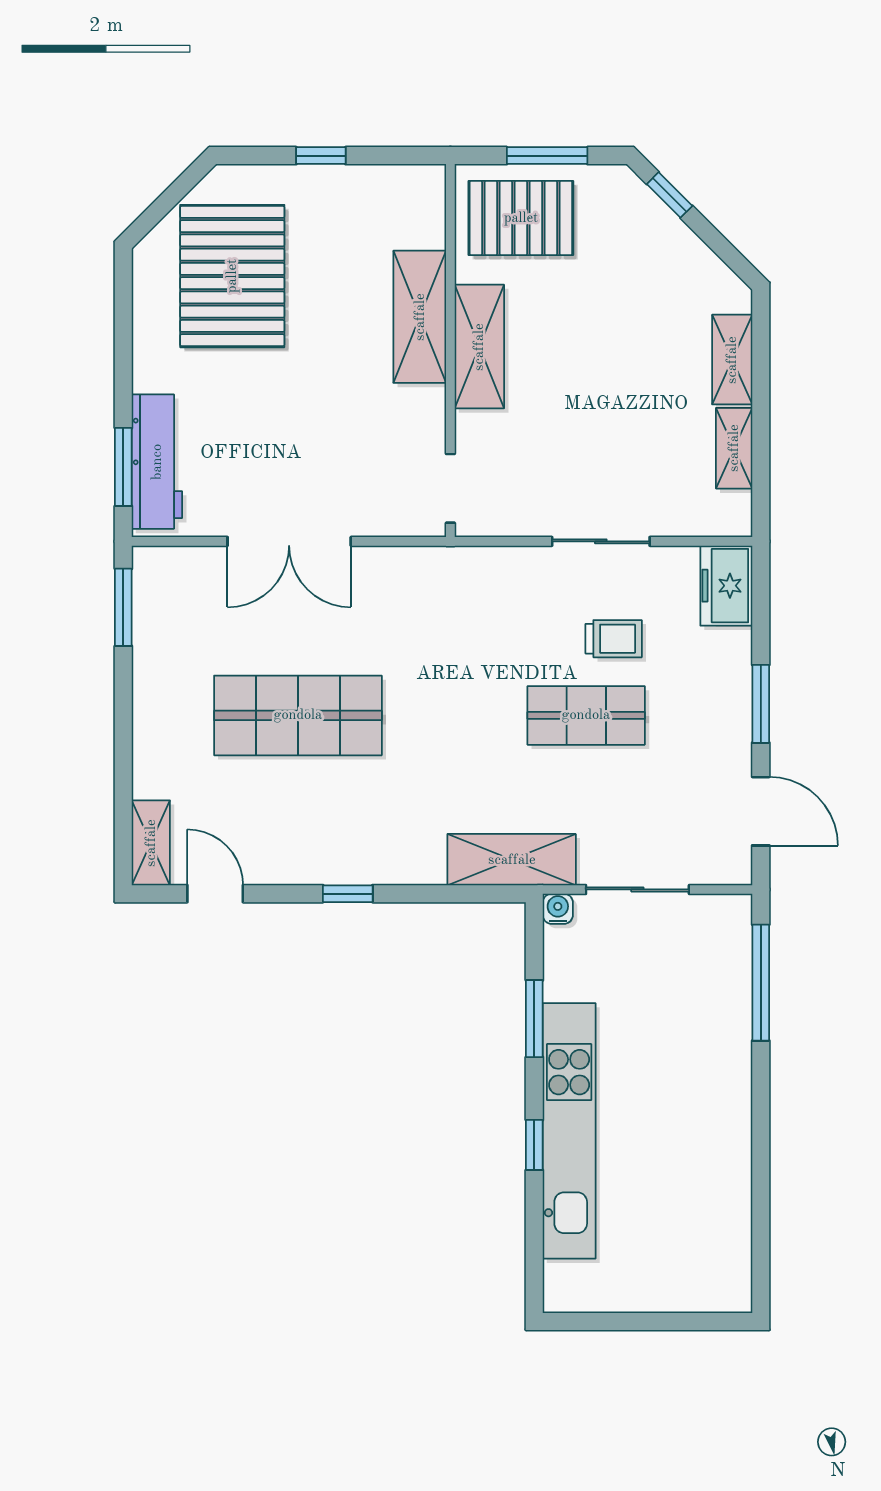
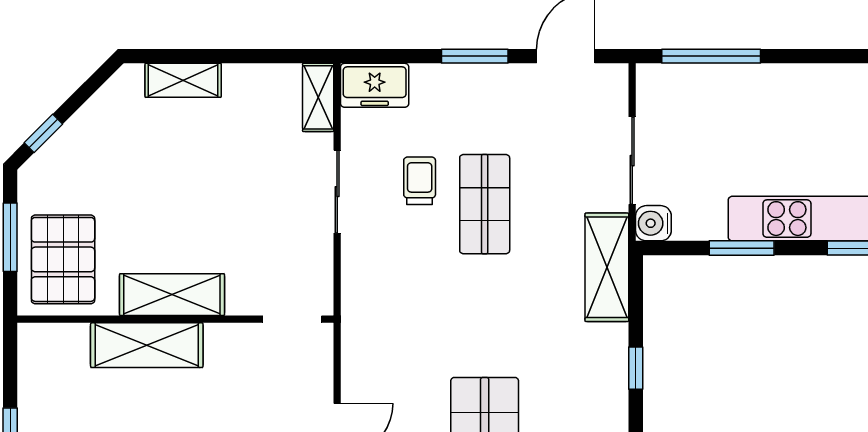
shelving: (734, 448) -> (318, 97), moved, turned 90
window: (348, 894) -> (636, 368), moved
water cooler: (558, 909) -> (653, 223), width x1.38, depth x1.38

